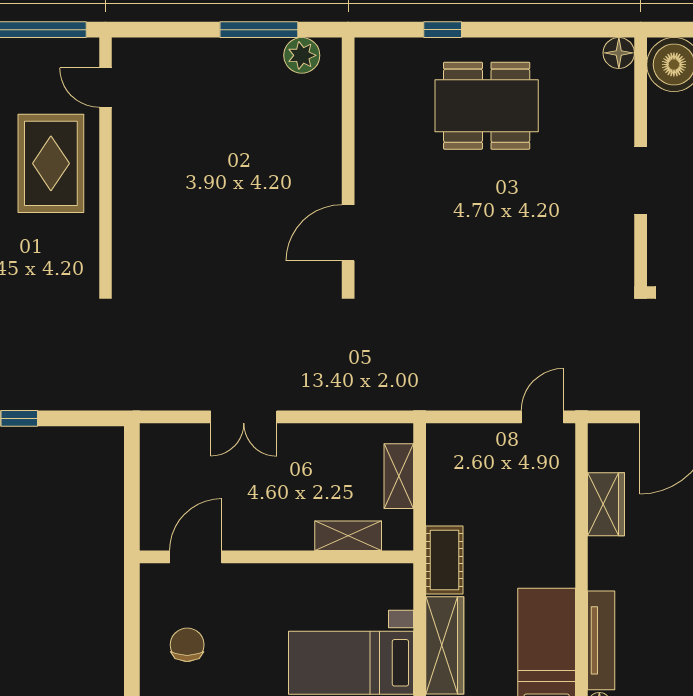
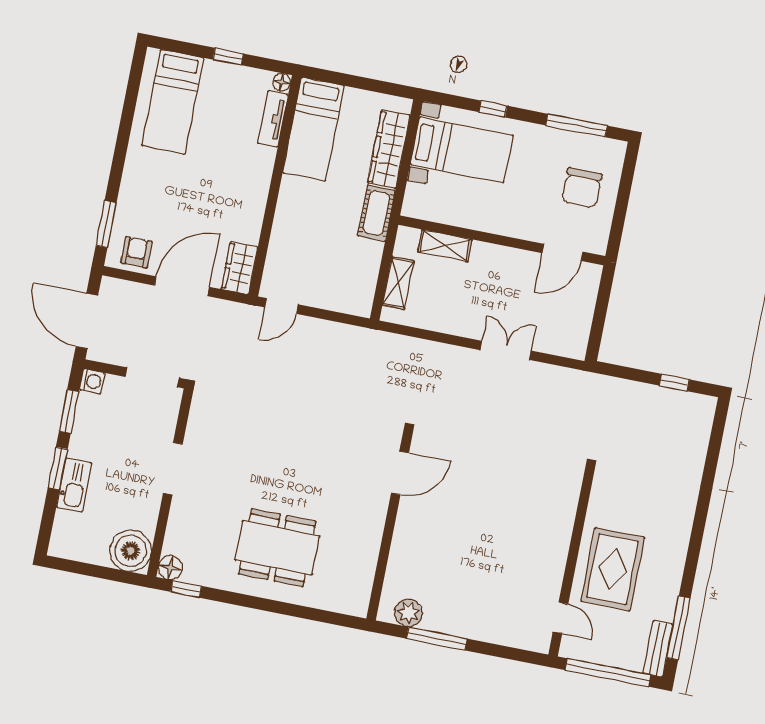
window: (443, 30) -> (186, 589), moved
wardrobe: (606, 504) -> (239, 268), moved
tv unit: (601, 640) -> (273, 119), width x0.71
chair: (187, 645) -> (582, 188), width x1.37, depth x1.37

